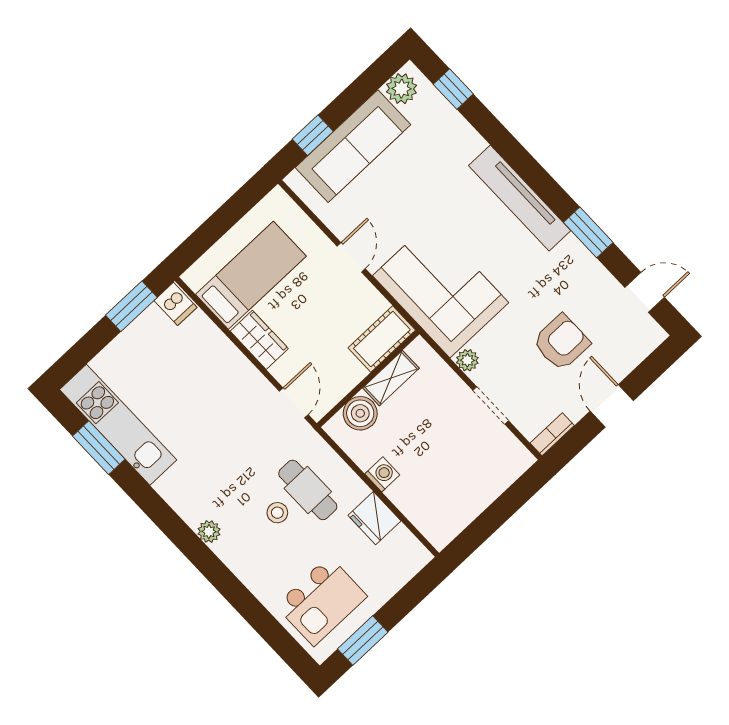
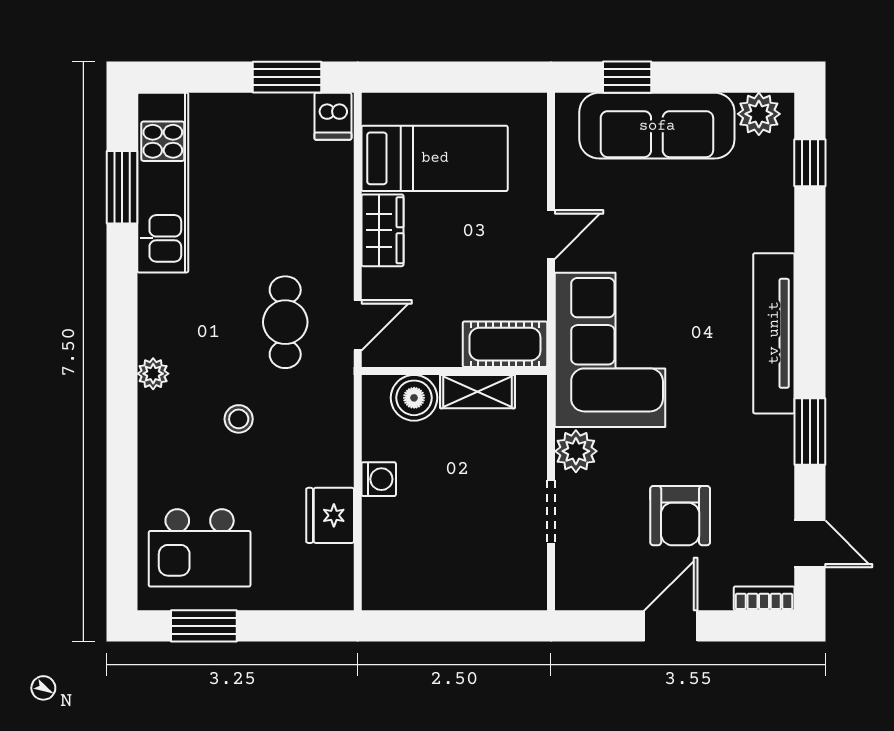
armchair: (561, 342) -> (680, 516), turned 90
plant: (467, 360) -> (576, 451), width x1.38, depth x1.38
bookcase: (552, 434) -> (764, 598), moved
cafe table: (308, 490) -> (285, 322), moved

